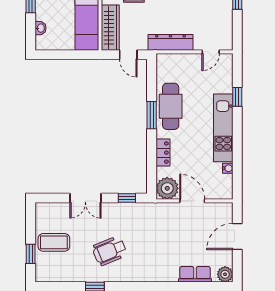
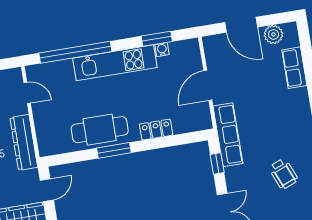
window: (237, 97) -> (75, 52), width x3.17
window: (237, 165) -> (157, 39), added
plant: (167, 188) -> (198, 118), removed
row of seats: (149, 211) -> (228, 135), added
wheelchair: (110, 251) -> (283, 174), width x0.73, depth x0.73
plant: (225, 274) -> (273, 34), moved

